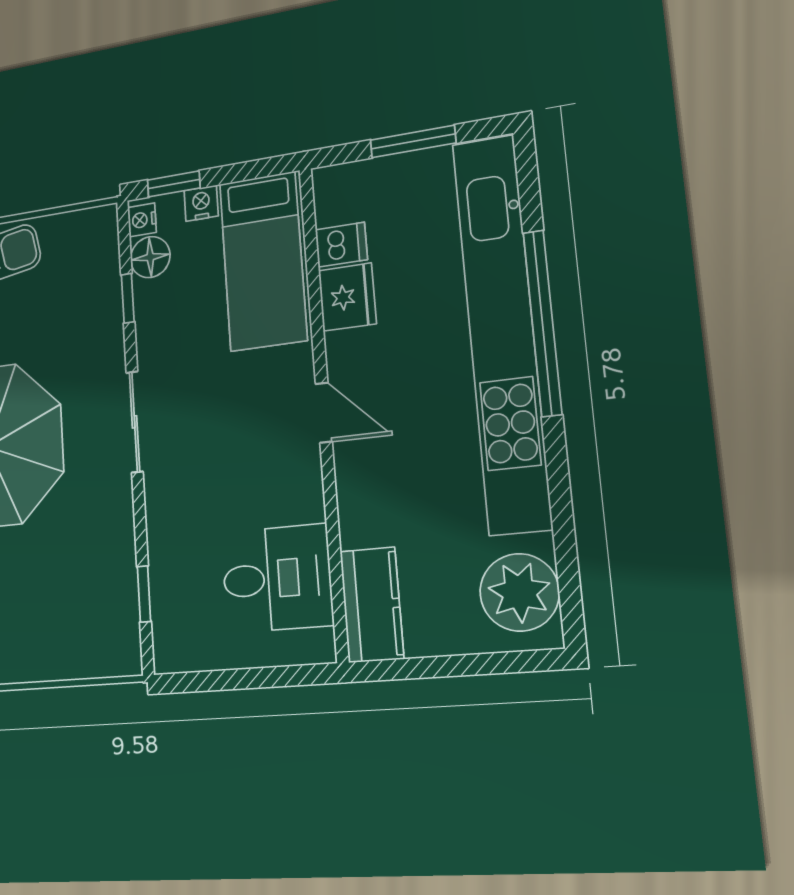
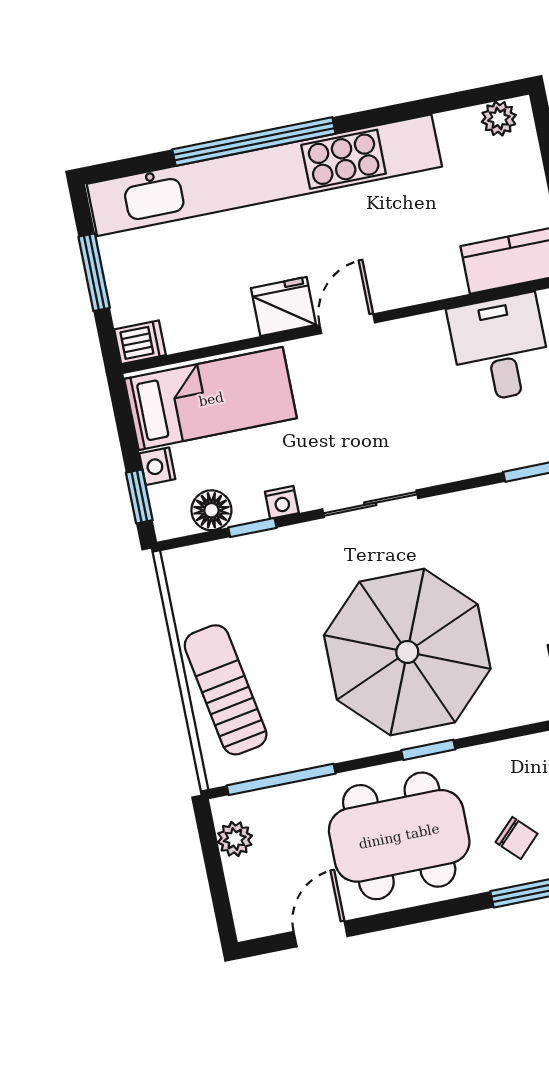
nightstand: (142, 220) -> (282, 502), moved
dishwasher: (341, 245) -> (140, 342), moved, turned 90
fridge: (347, 297) -> (284, 306), moved
plant: (519, 592) -> (499, 118), width x0.53, depth x0.53

